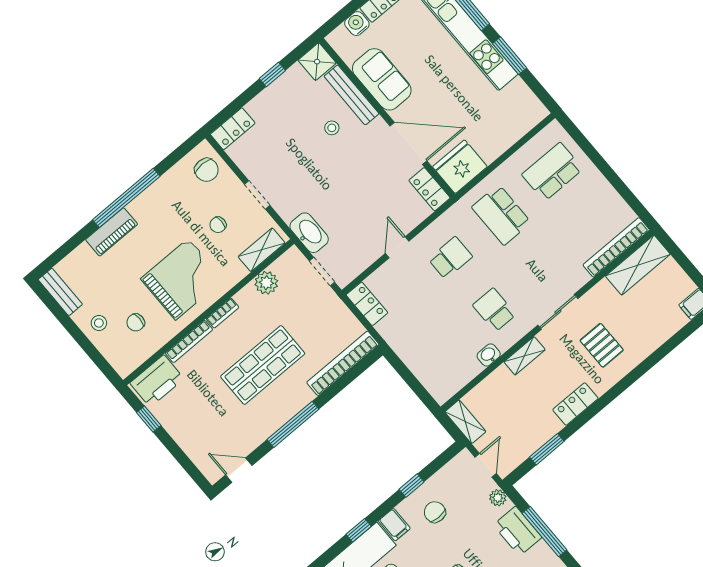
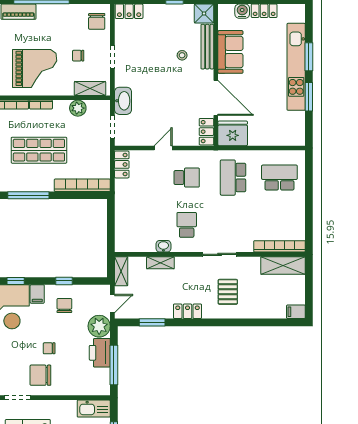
shelving: (525, 356) -> (160, 263), moved
plant: (498, 498) -> (99, 326), width x1.88, depth x1.88

